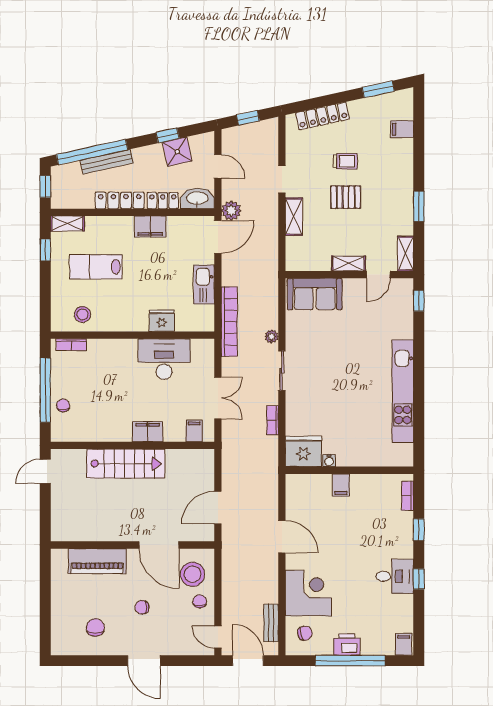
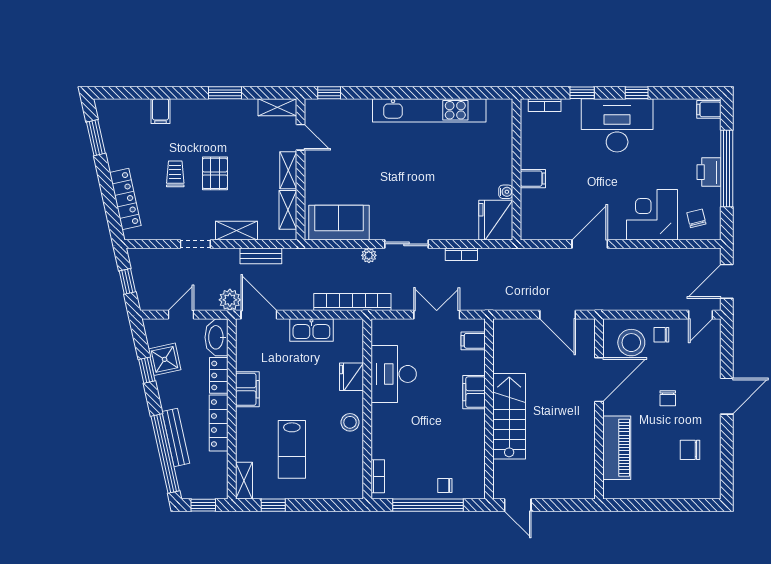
filing cabinet: (402, 129) -> (161, 111), moved
shelving: (313, 263) -> (288, 210), added
sofa: (315, 294) -> (339, 223), moved, turned -90
stool: (83, 314) -> (350, 422), moved
desk: (395, 576) -> (617, 125), width x1.87, depth x1.30
bench: (271, 623) -> (261, 256), moved

